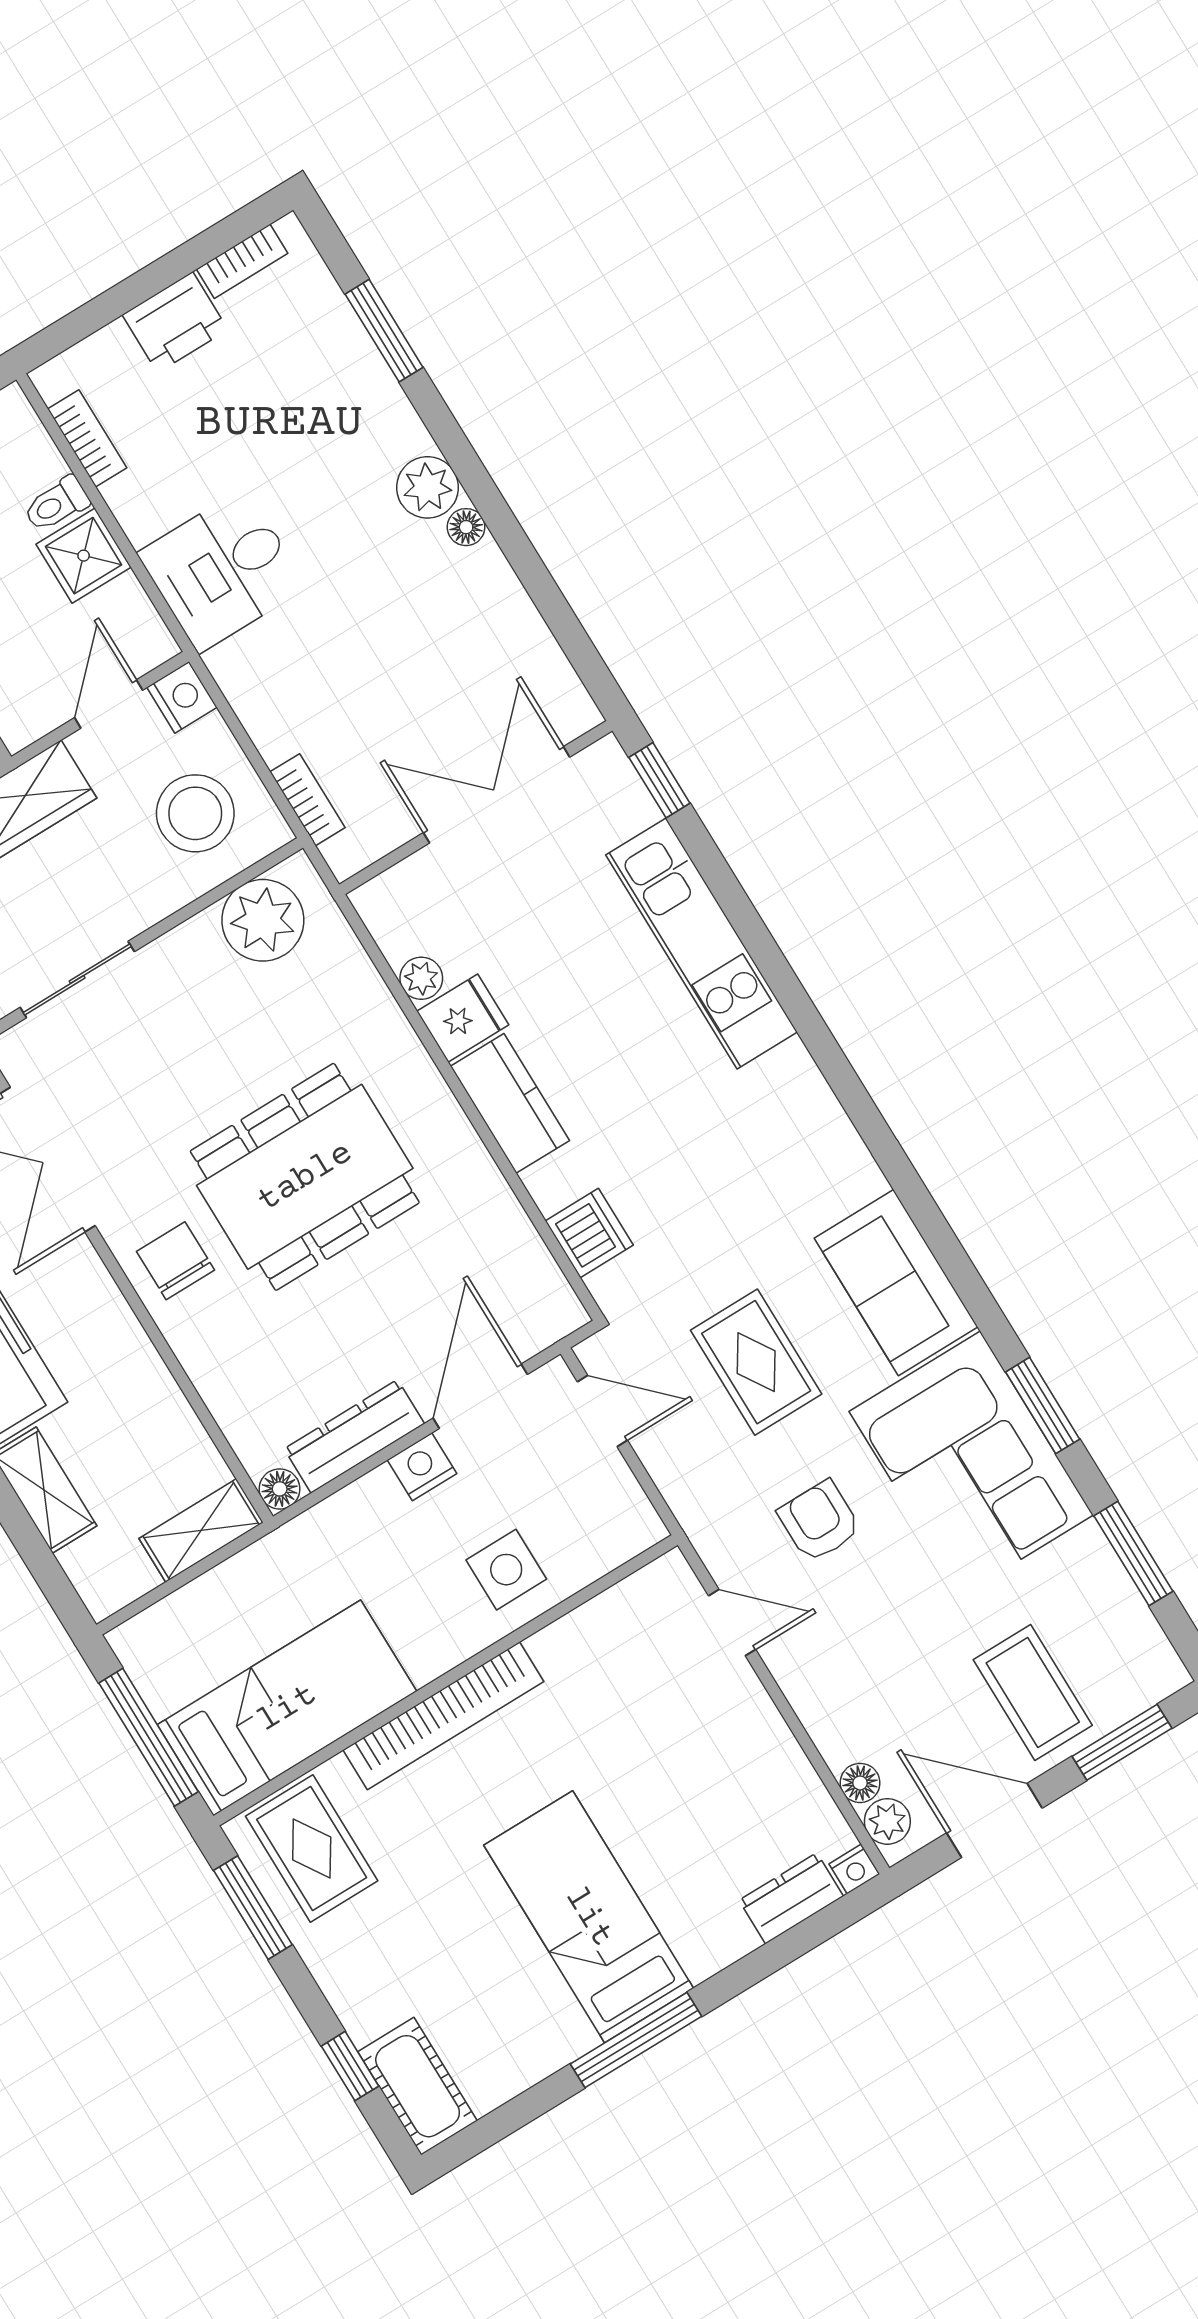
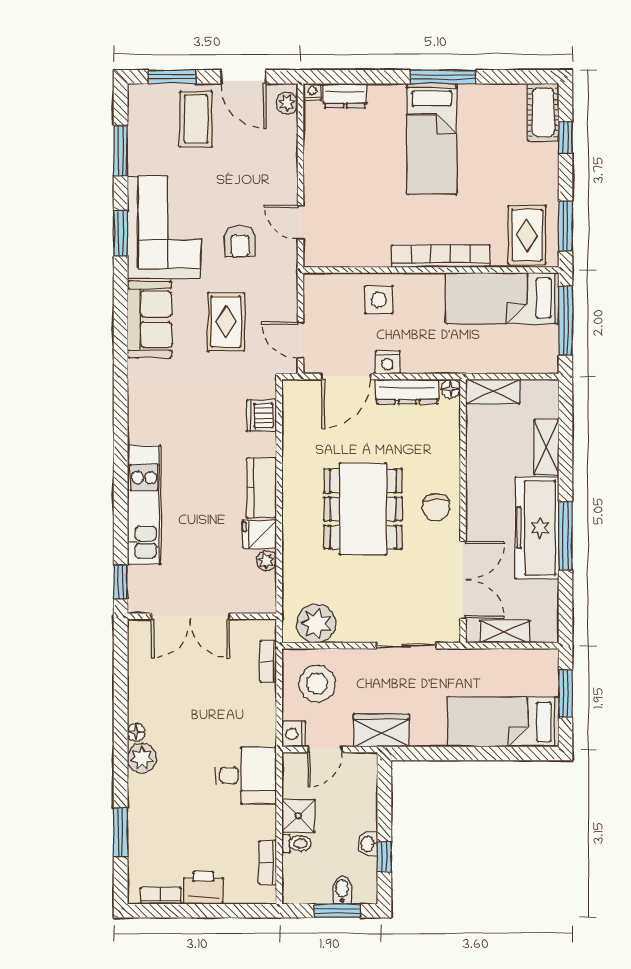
dining table: (305, 1177) -> (363, 509), turned 90
floor lamp: (860, 1783) -> (288, 125), removed

